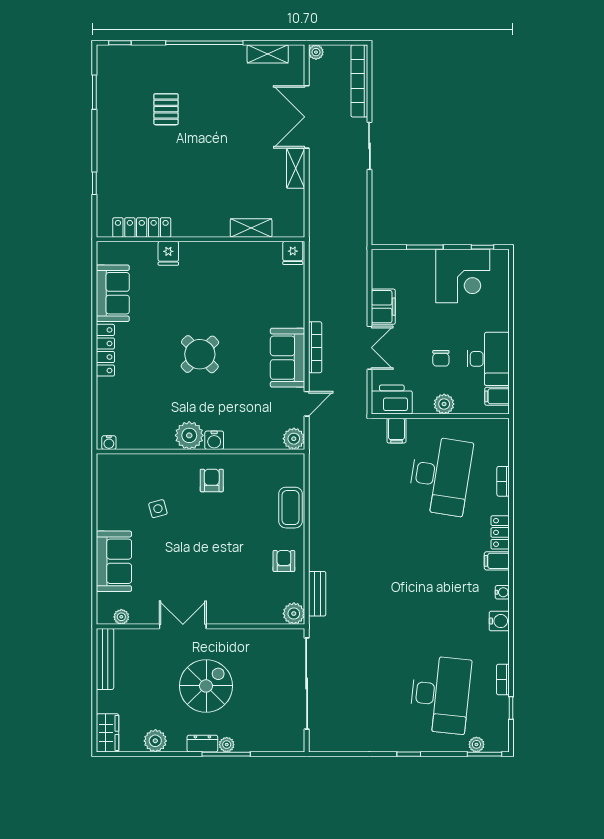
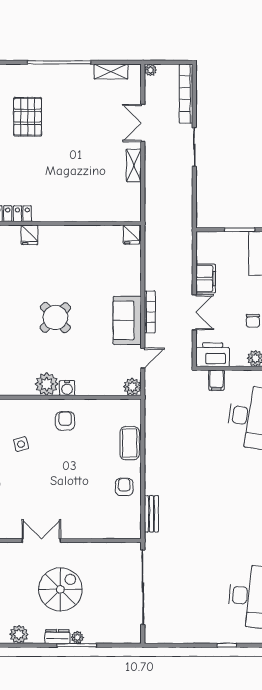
pallet: (166, 109) -> (28, 117), width x1.50, depth x1.42
double door: (307, 117) -> (143, 123), width x0.73
shelving: (251, 228) -> (97, 214), removed
plant: (294, 614) -> (132, 530), removed

